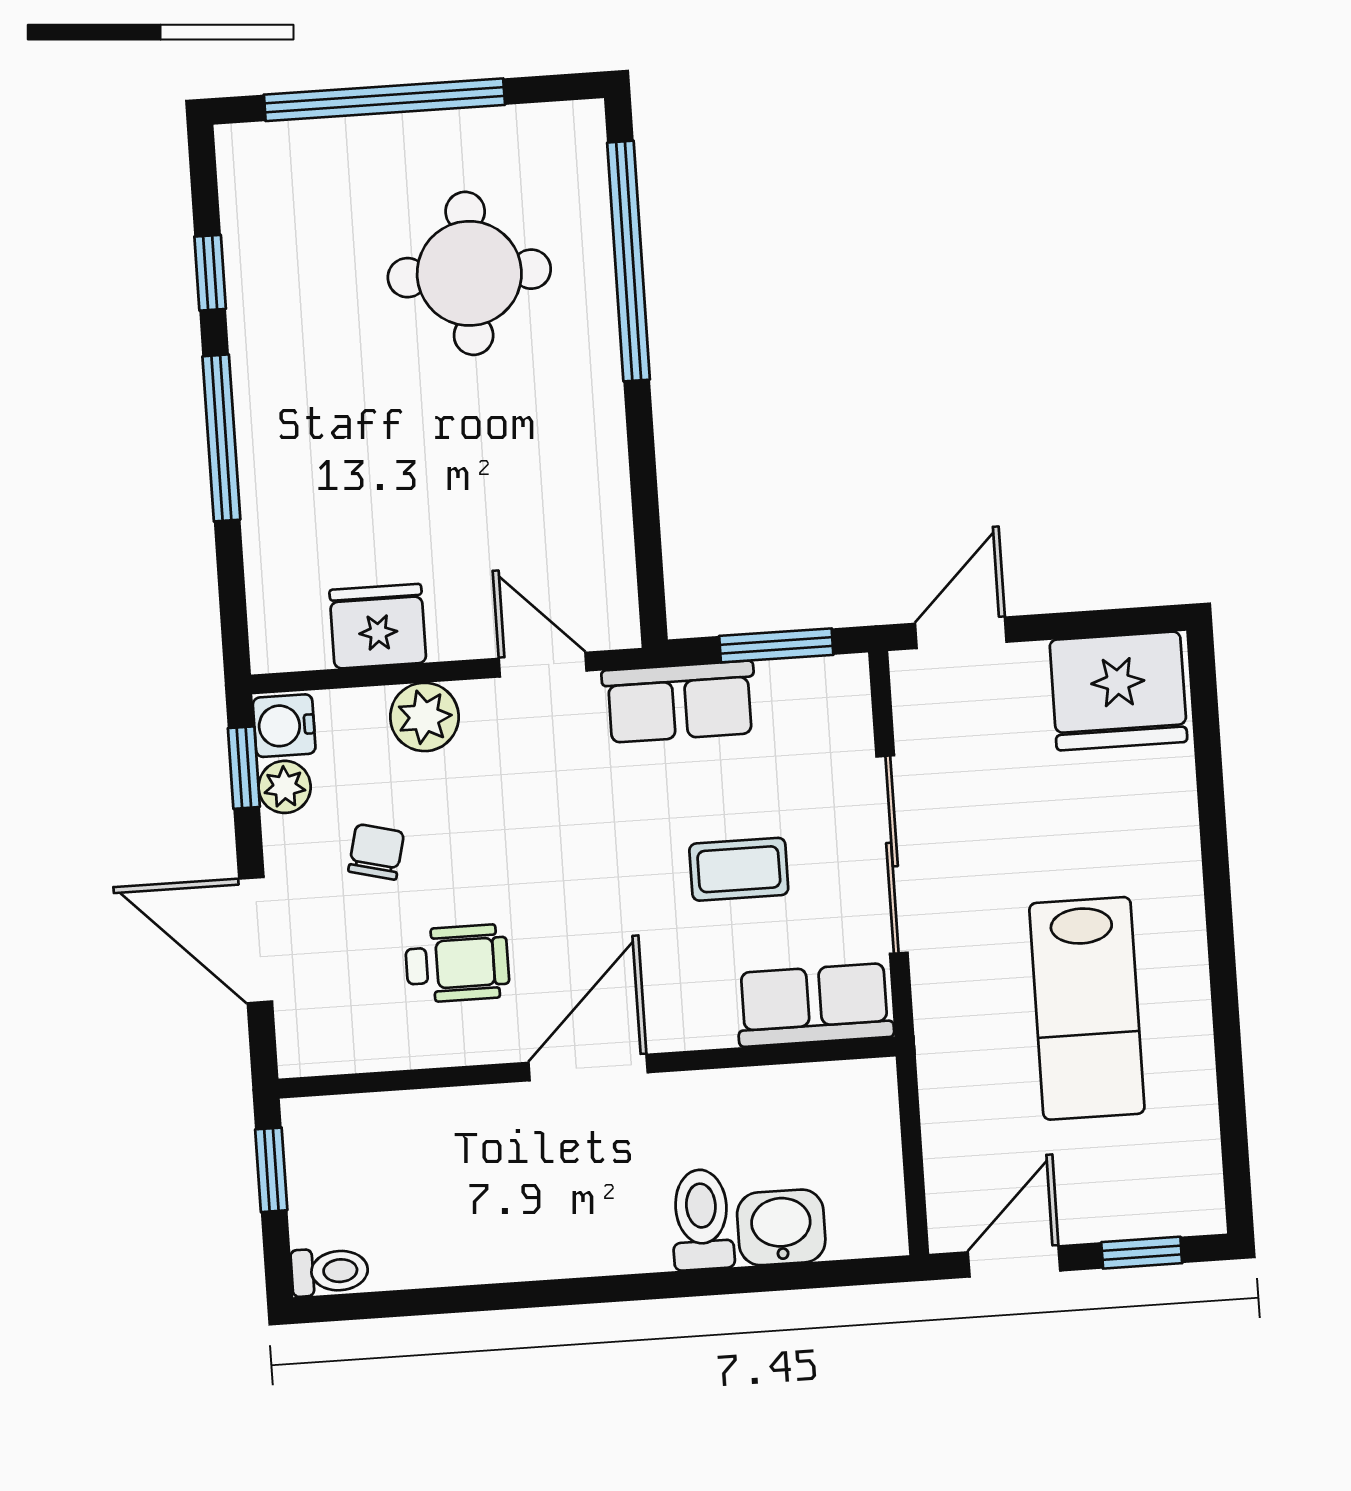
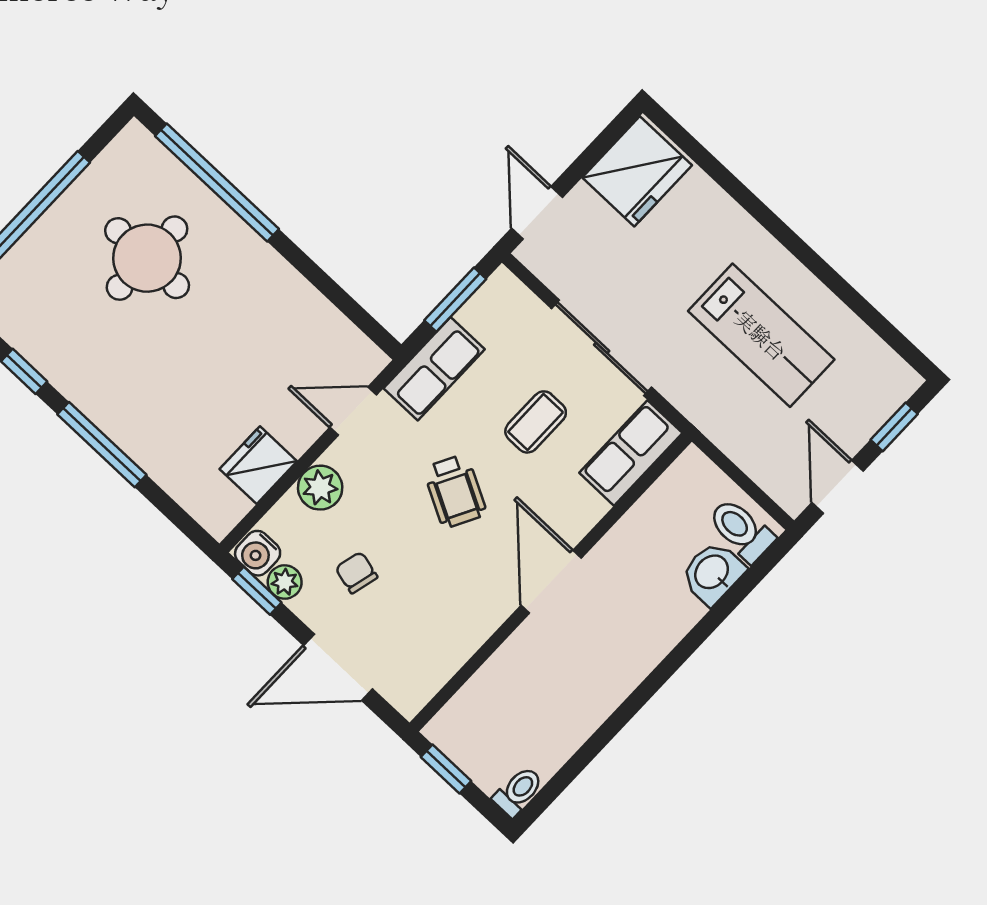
wheelchair: (457, 964) -> (455, 491), moved, turned 118
toilet: (702, 1219) -> (741, 530), moved

